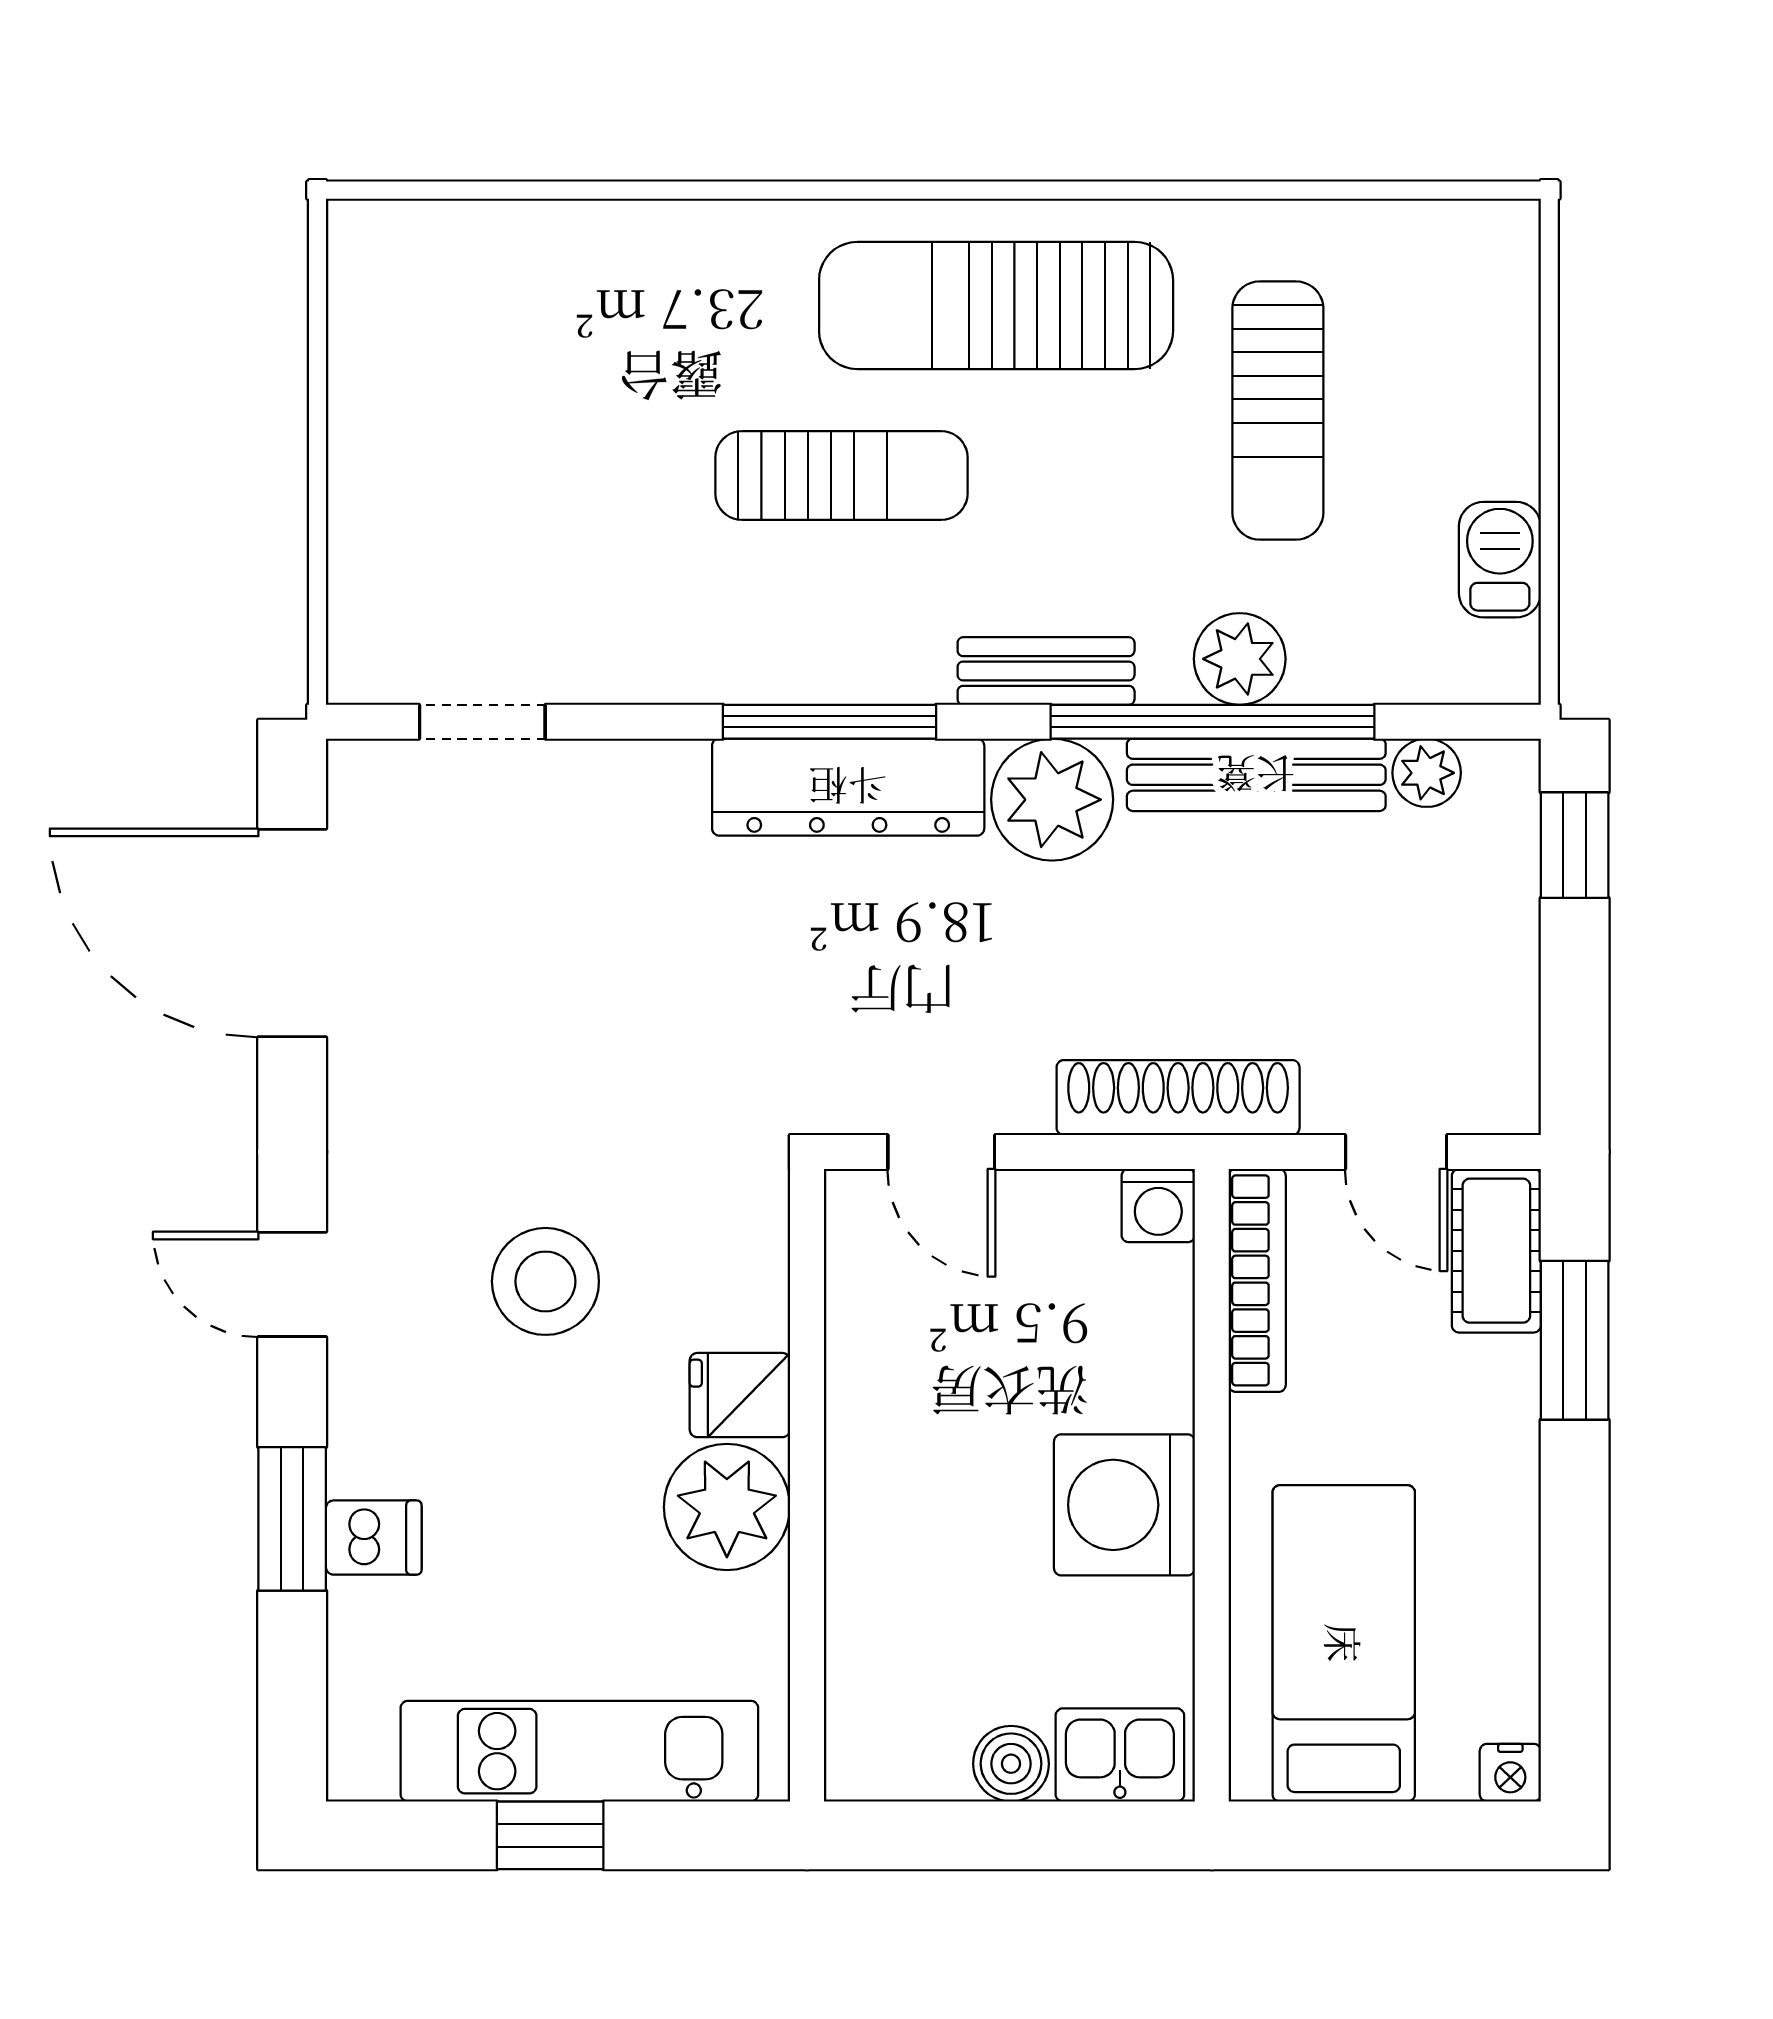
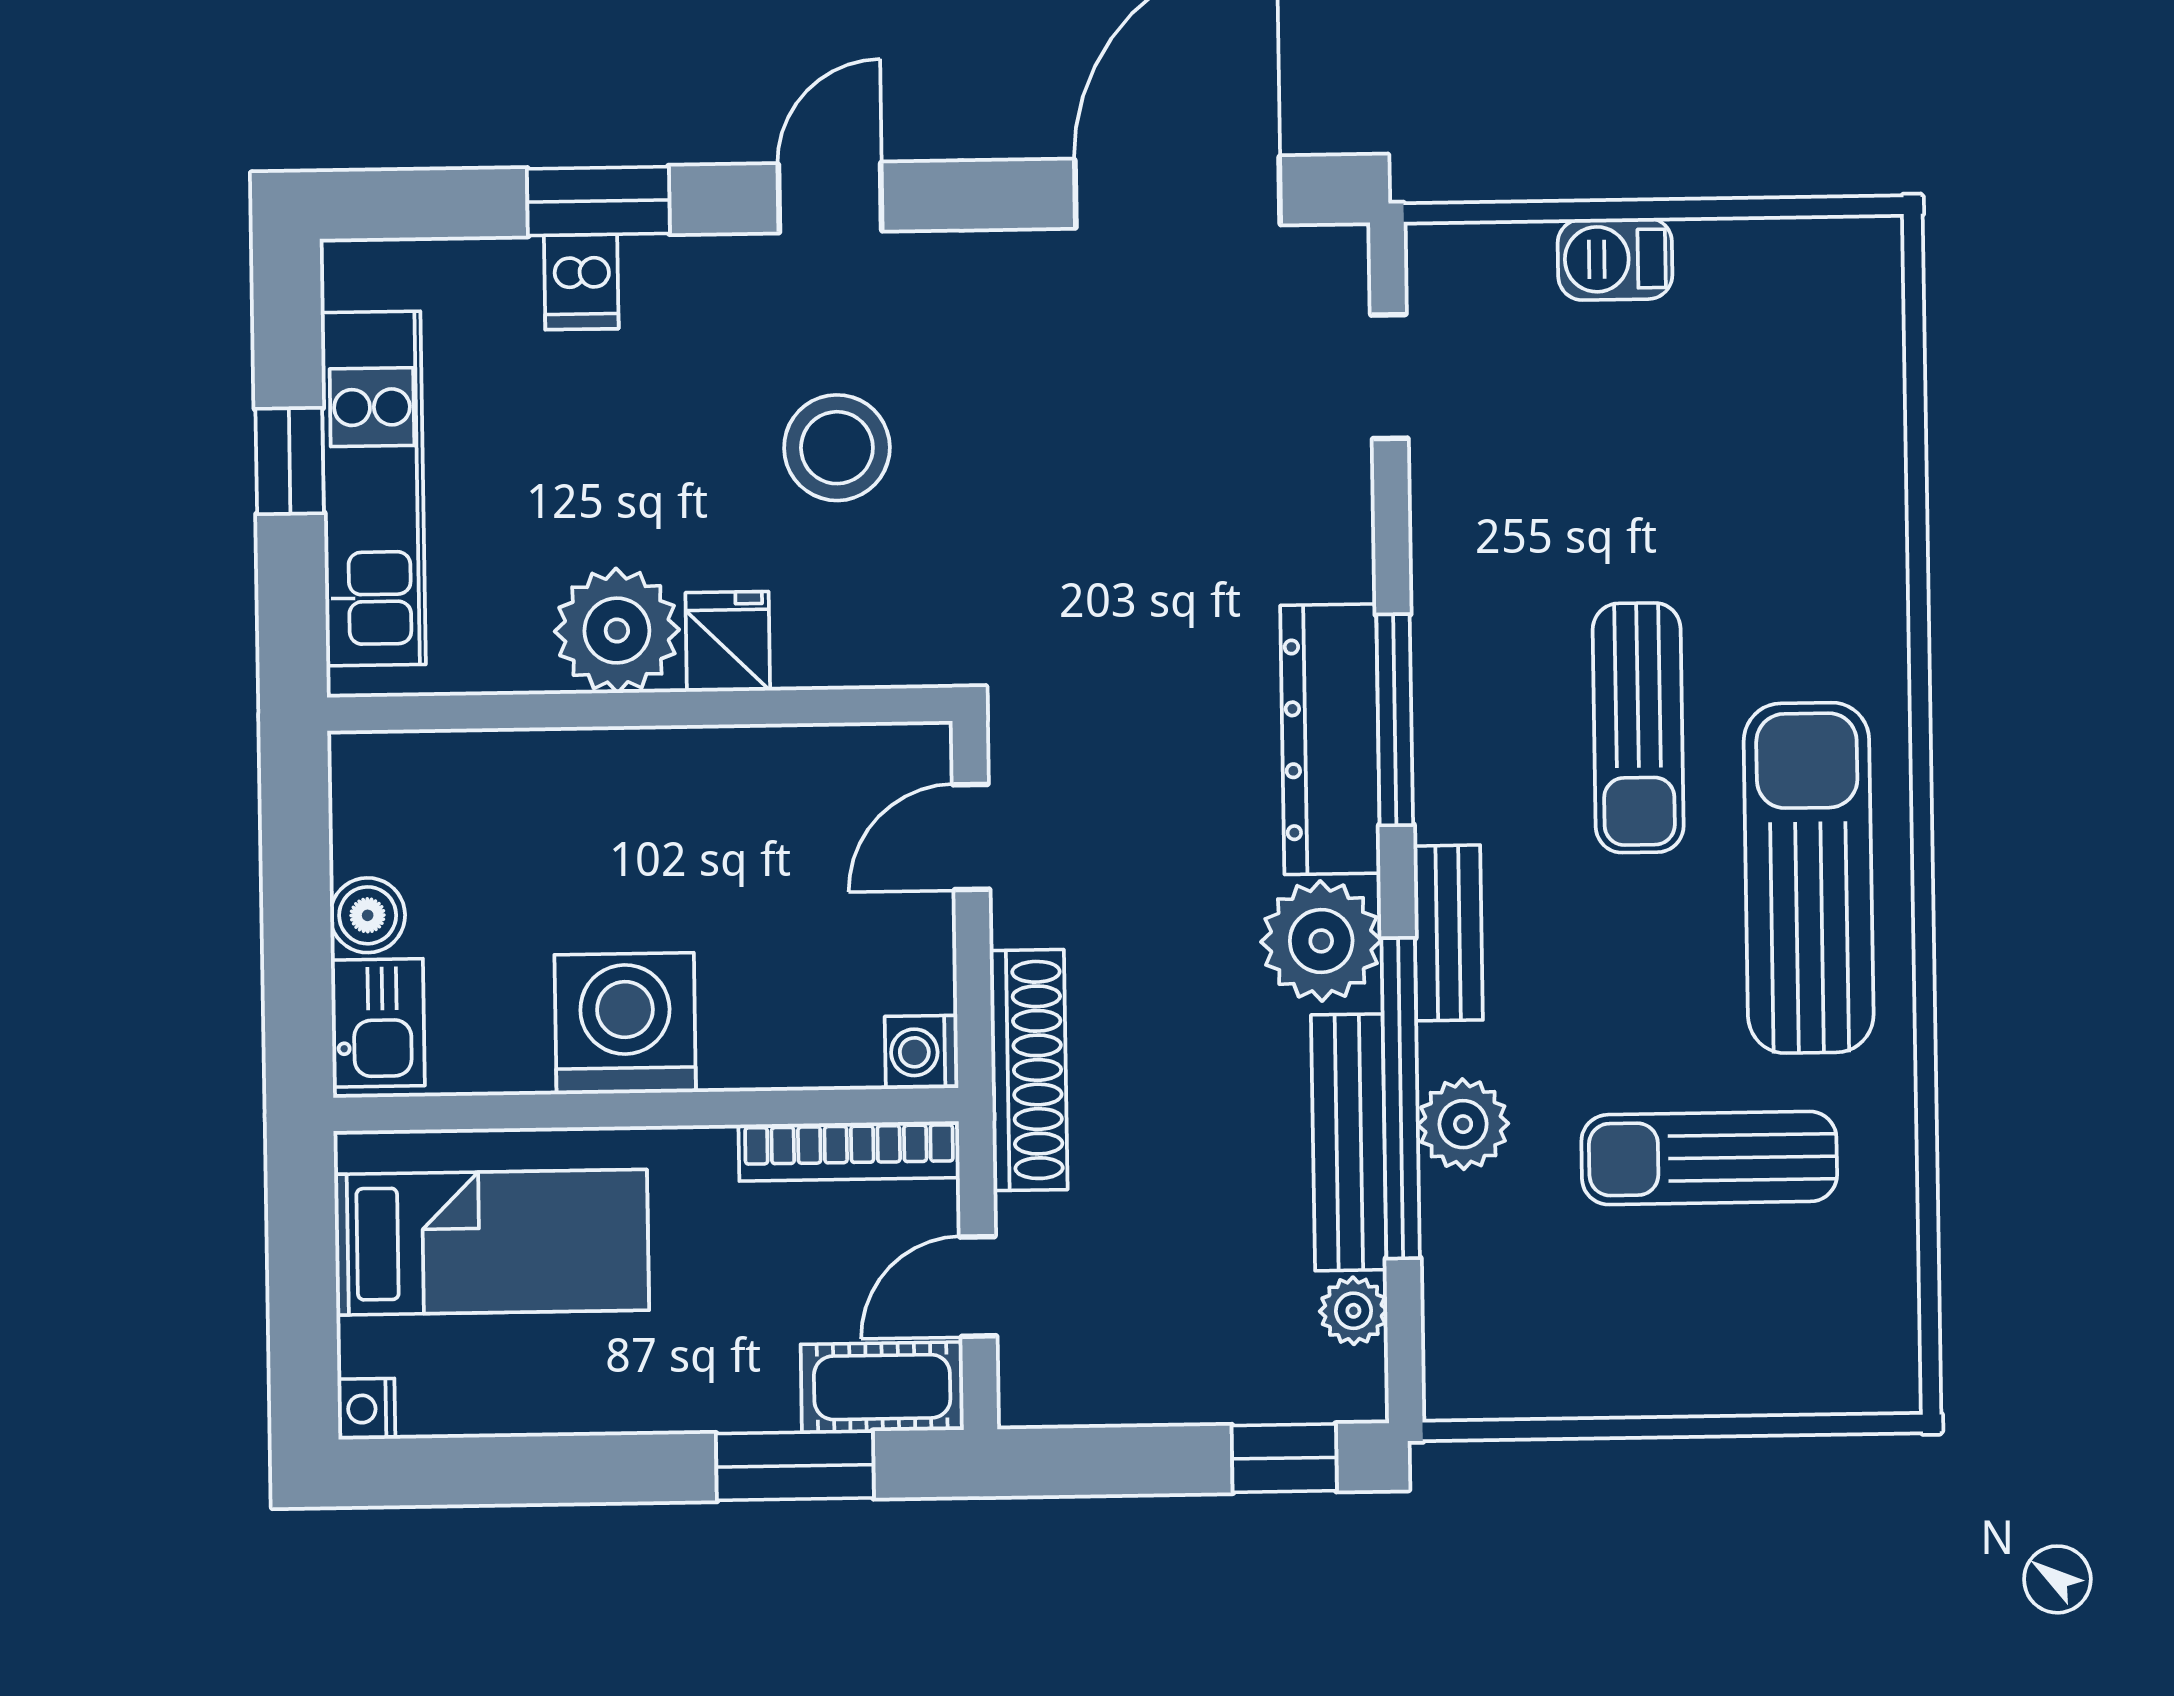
barbecue: (1500, 560) -> (1615, 259), moved, turned 180

